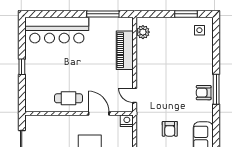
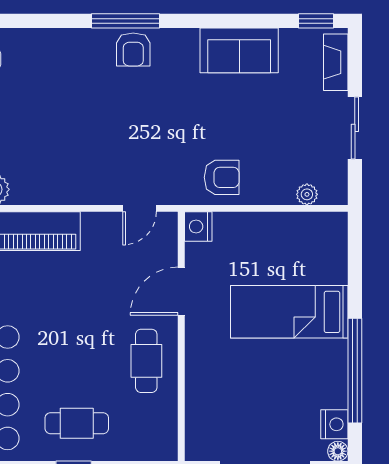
cafe table: (41, 68) -> (77, 423), added
armchair: (170, 129) -> (222, 177), moved

